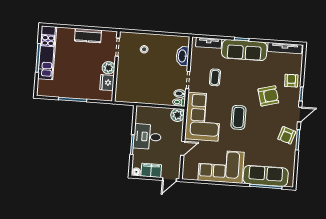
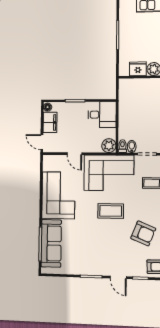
armchair: (268, 96) -> (143, 233), moved, turned -53
armchair: (287, 135) -> (95, 264), removed
desk: (147, 137) -> (102, 115), moved, turned 90

